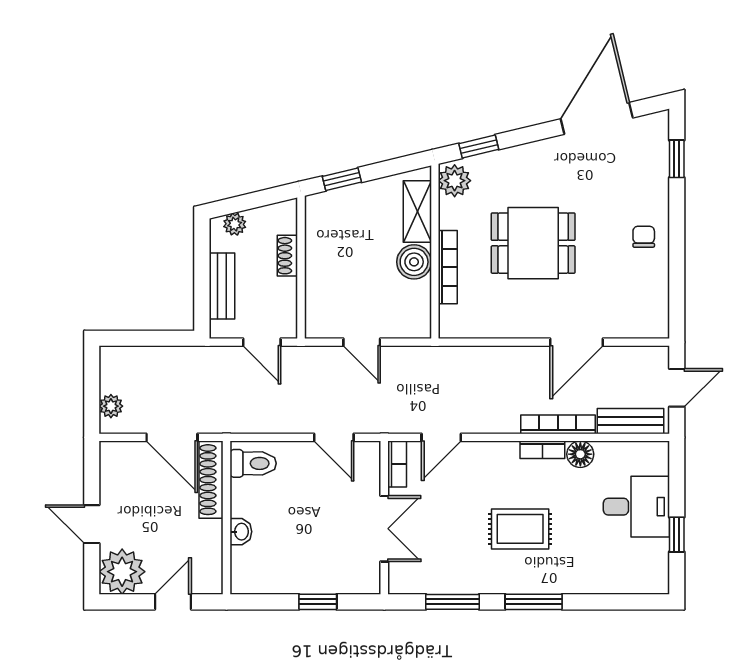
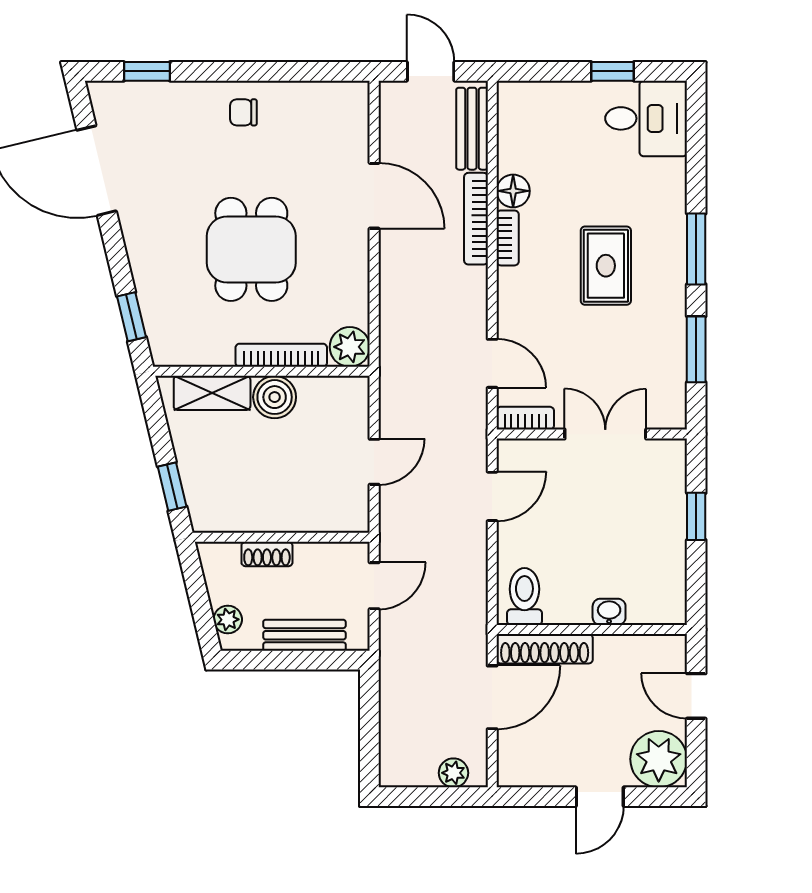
plant: (455, 181) -> (350, 347), moved
desk: (636, 507) -> (646, 118), moved, turned 90

